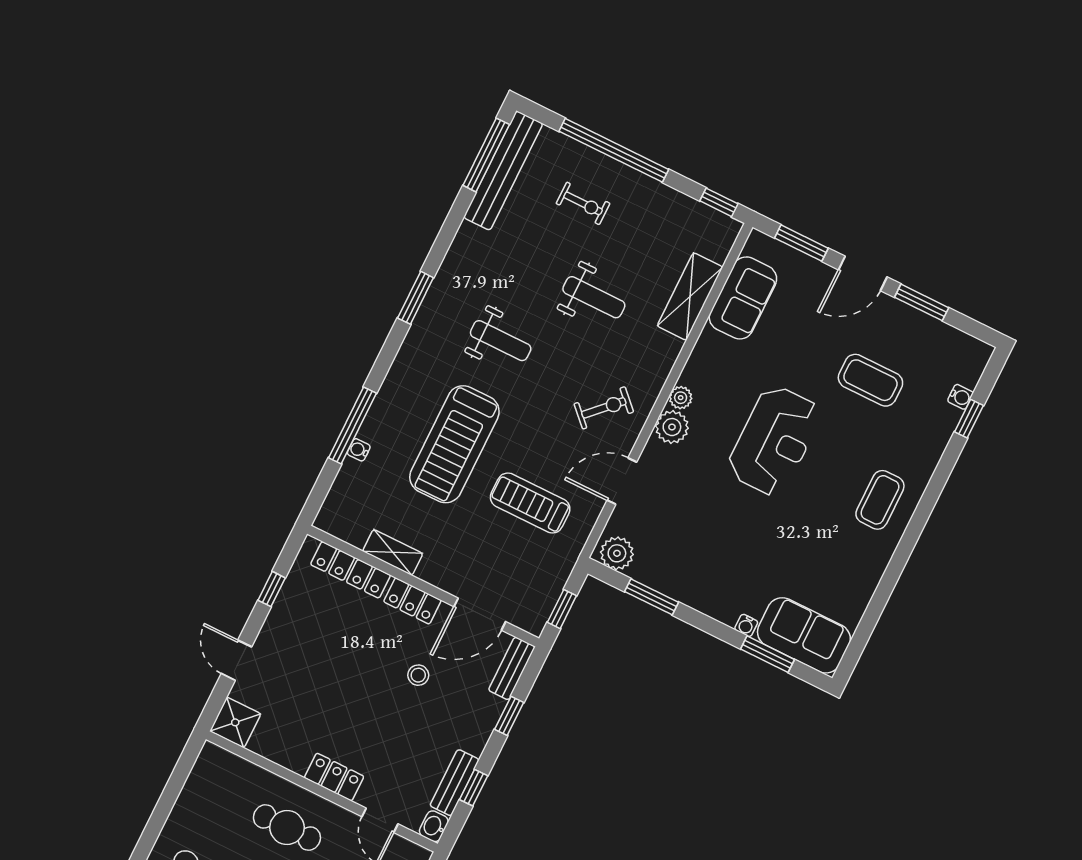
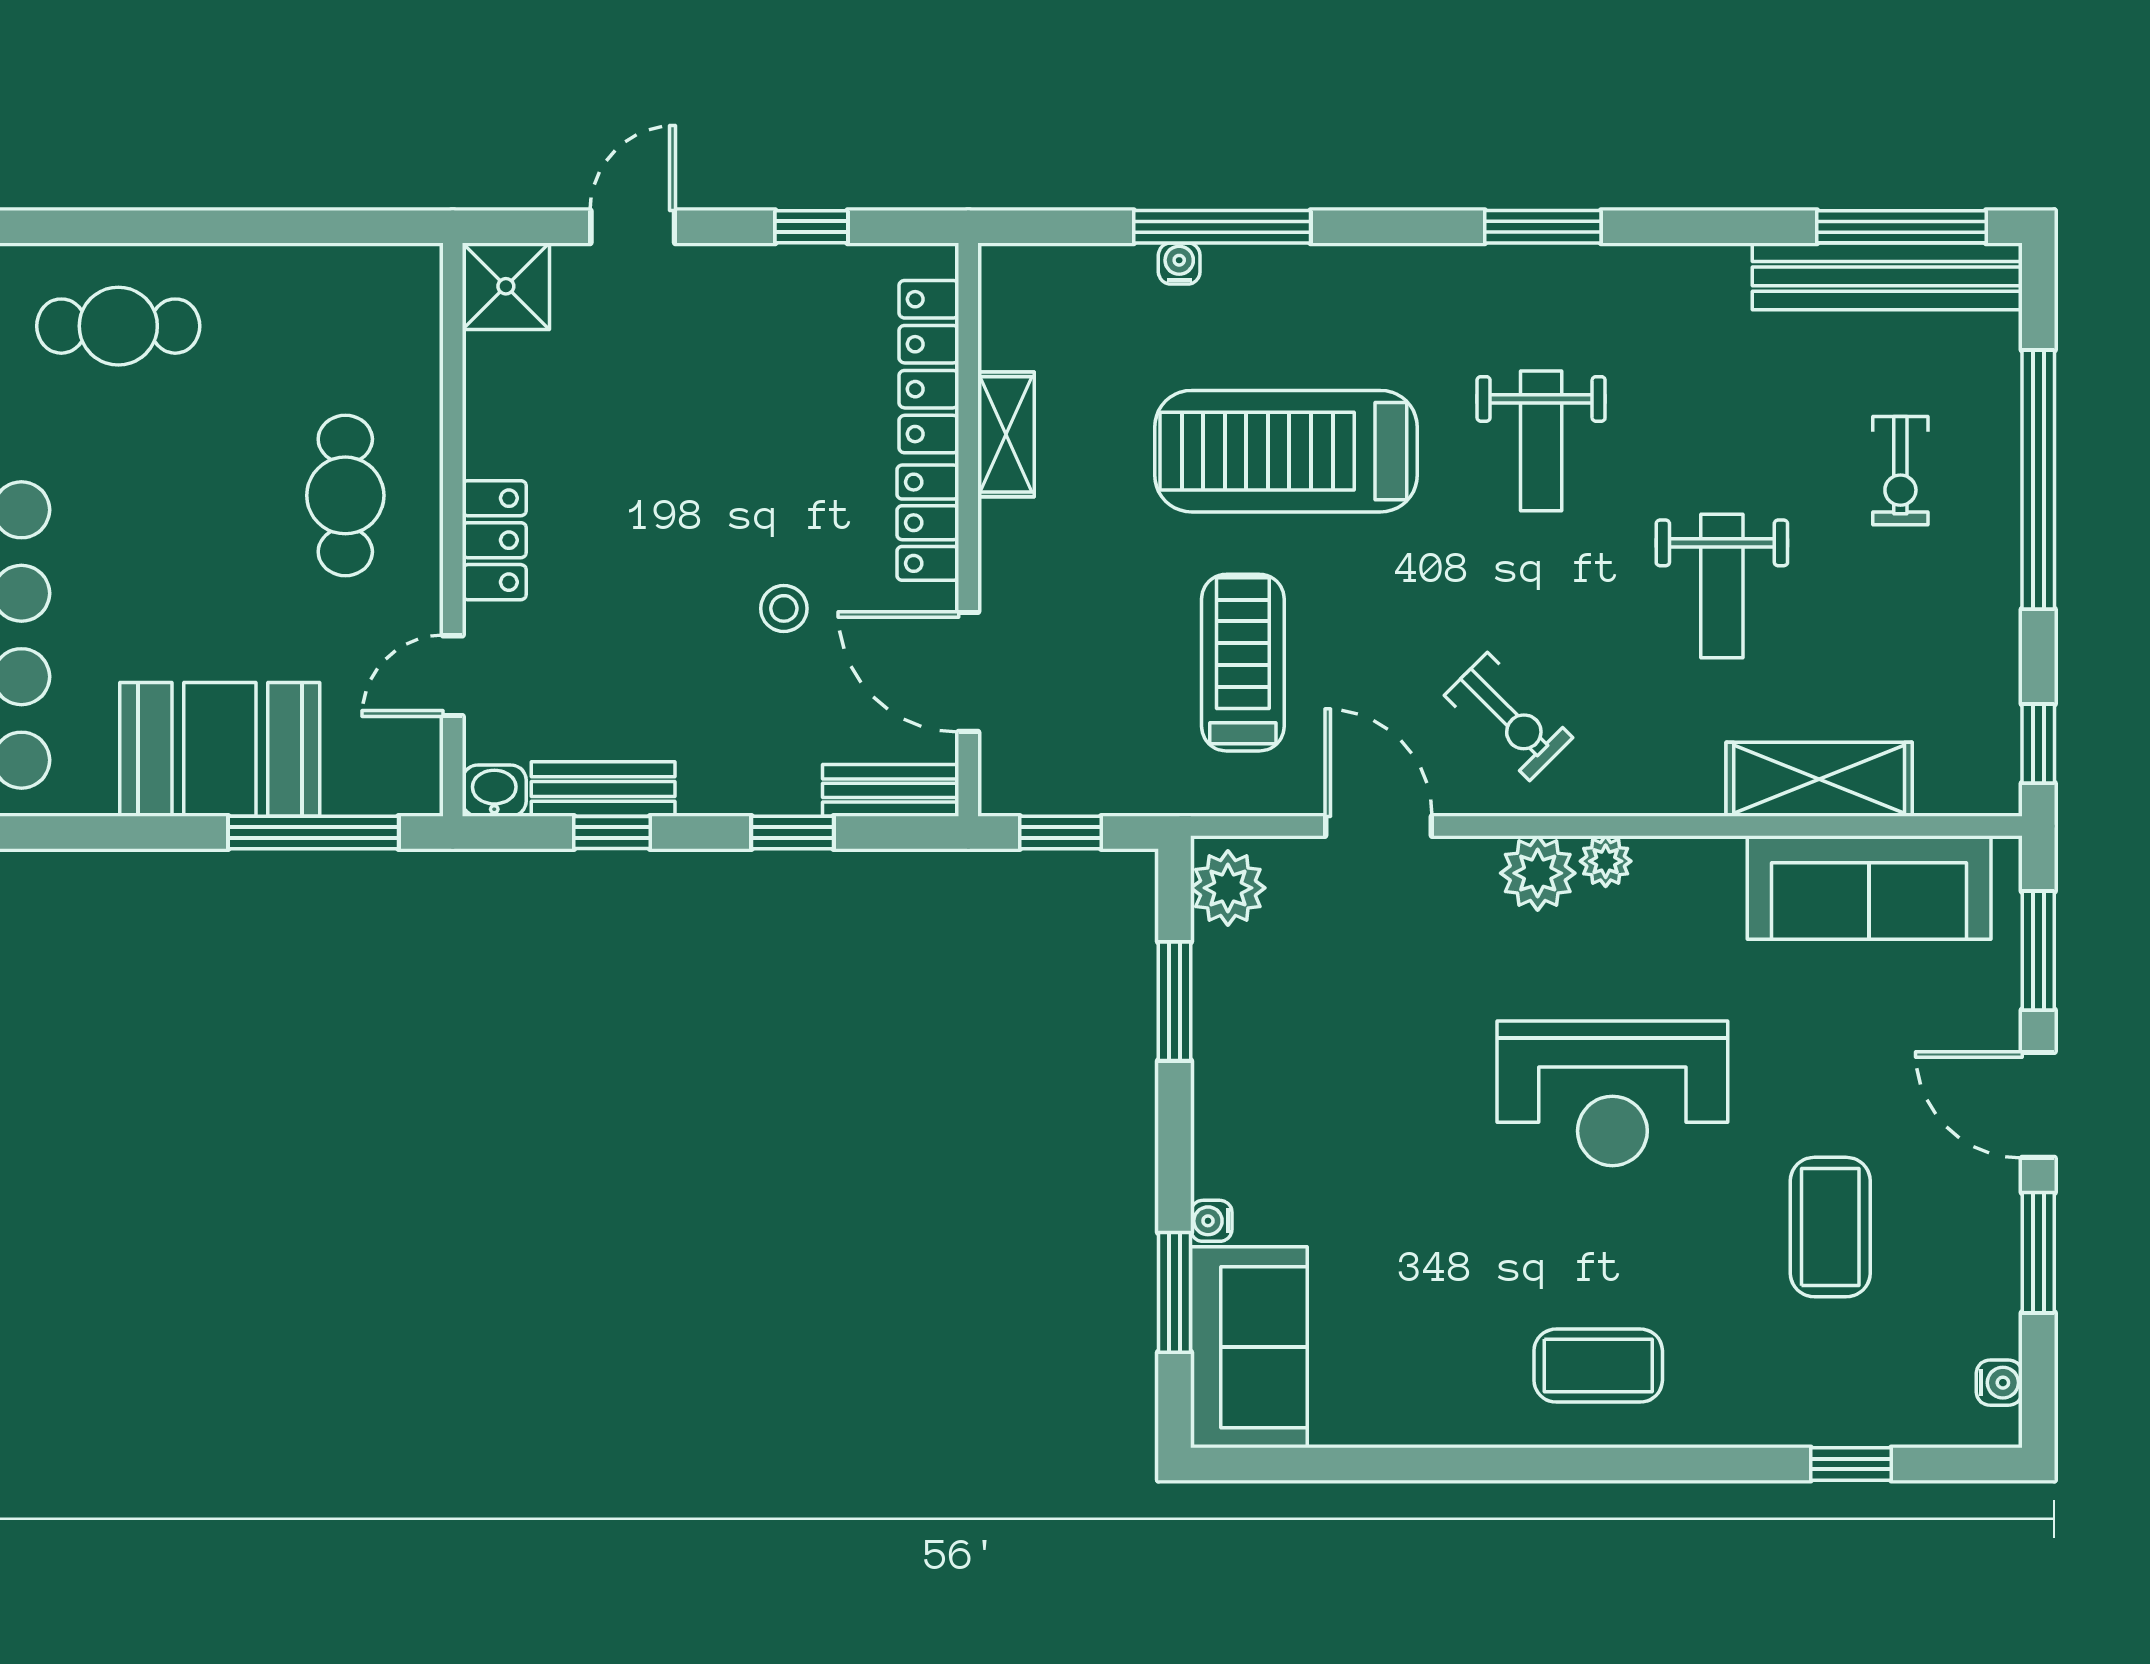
sofa: (743, 298) -> (1869, 888), width x1.36
water cooler: (960, 397) -> (1999, 1383), moved, turned -90

